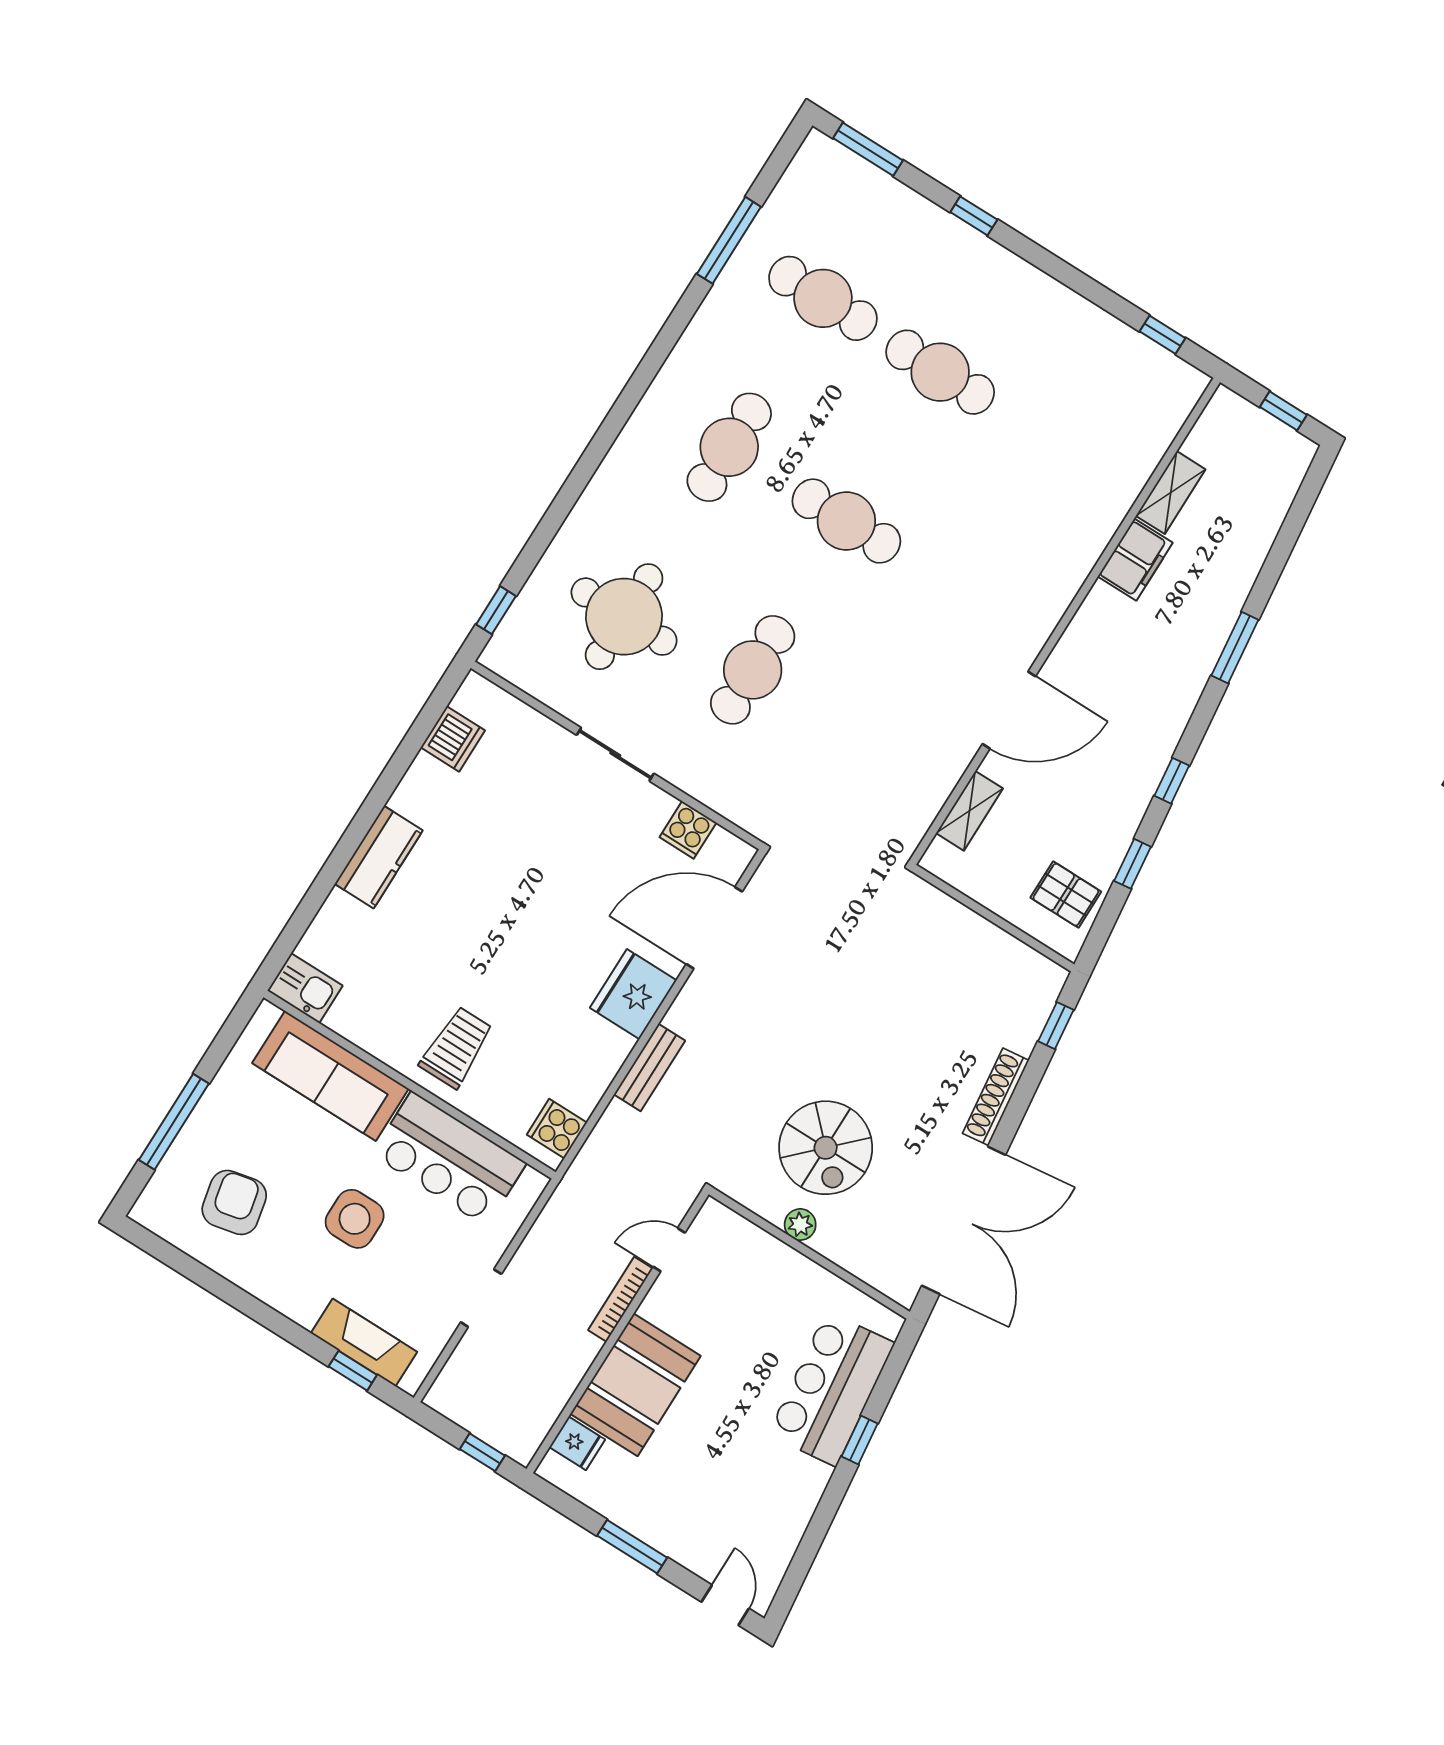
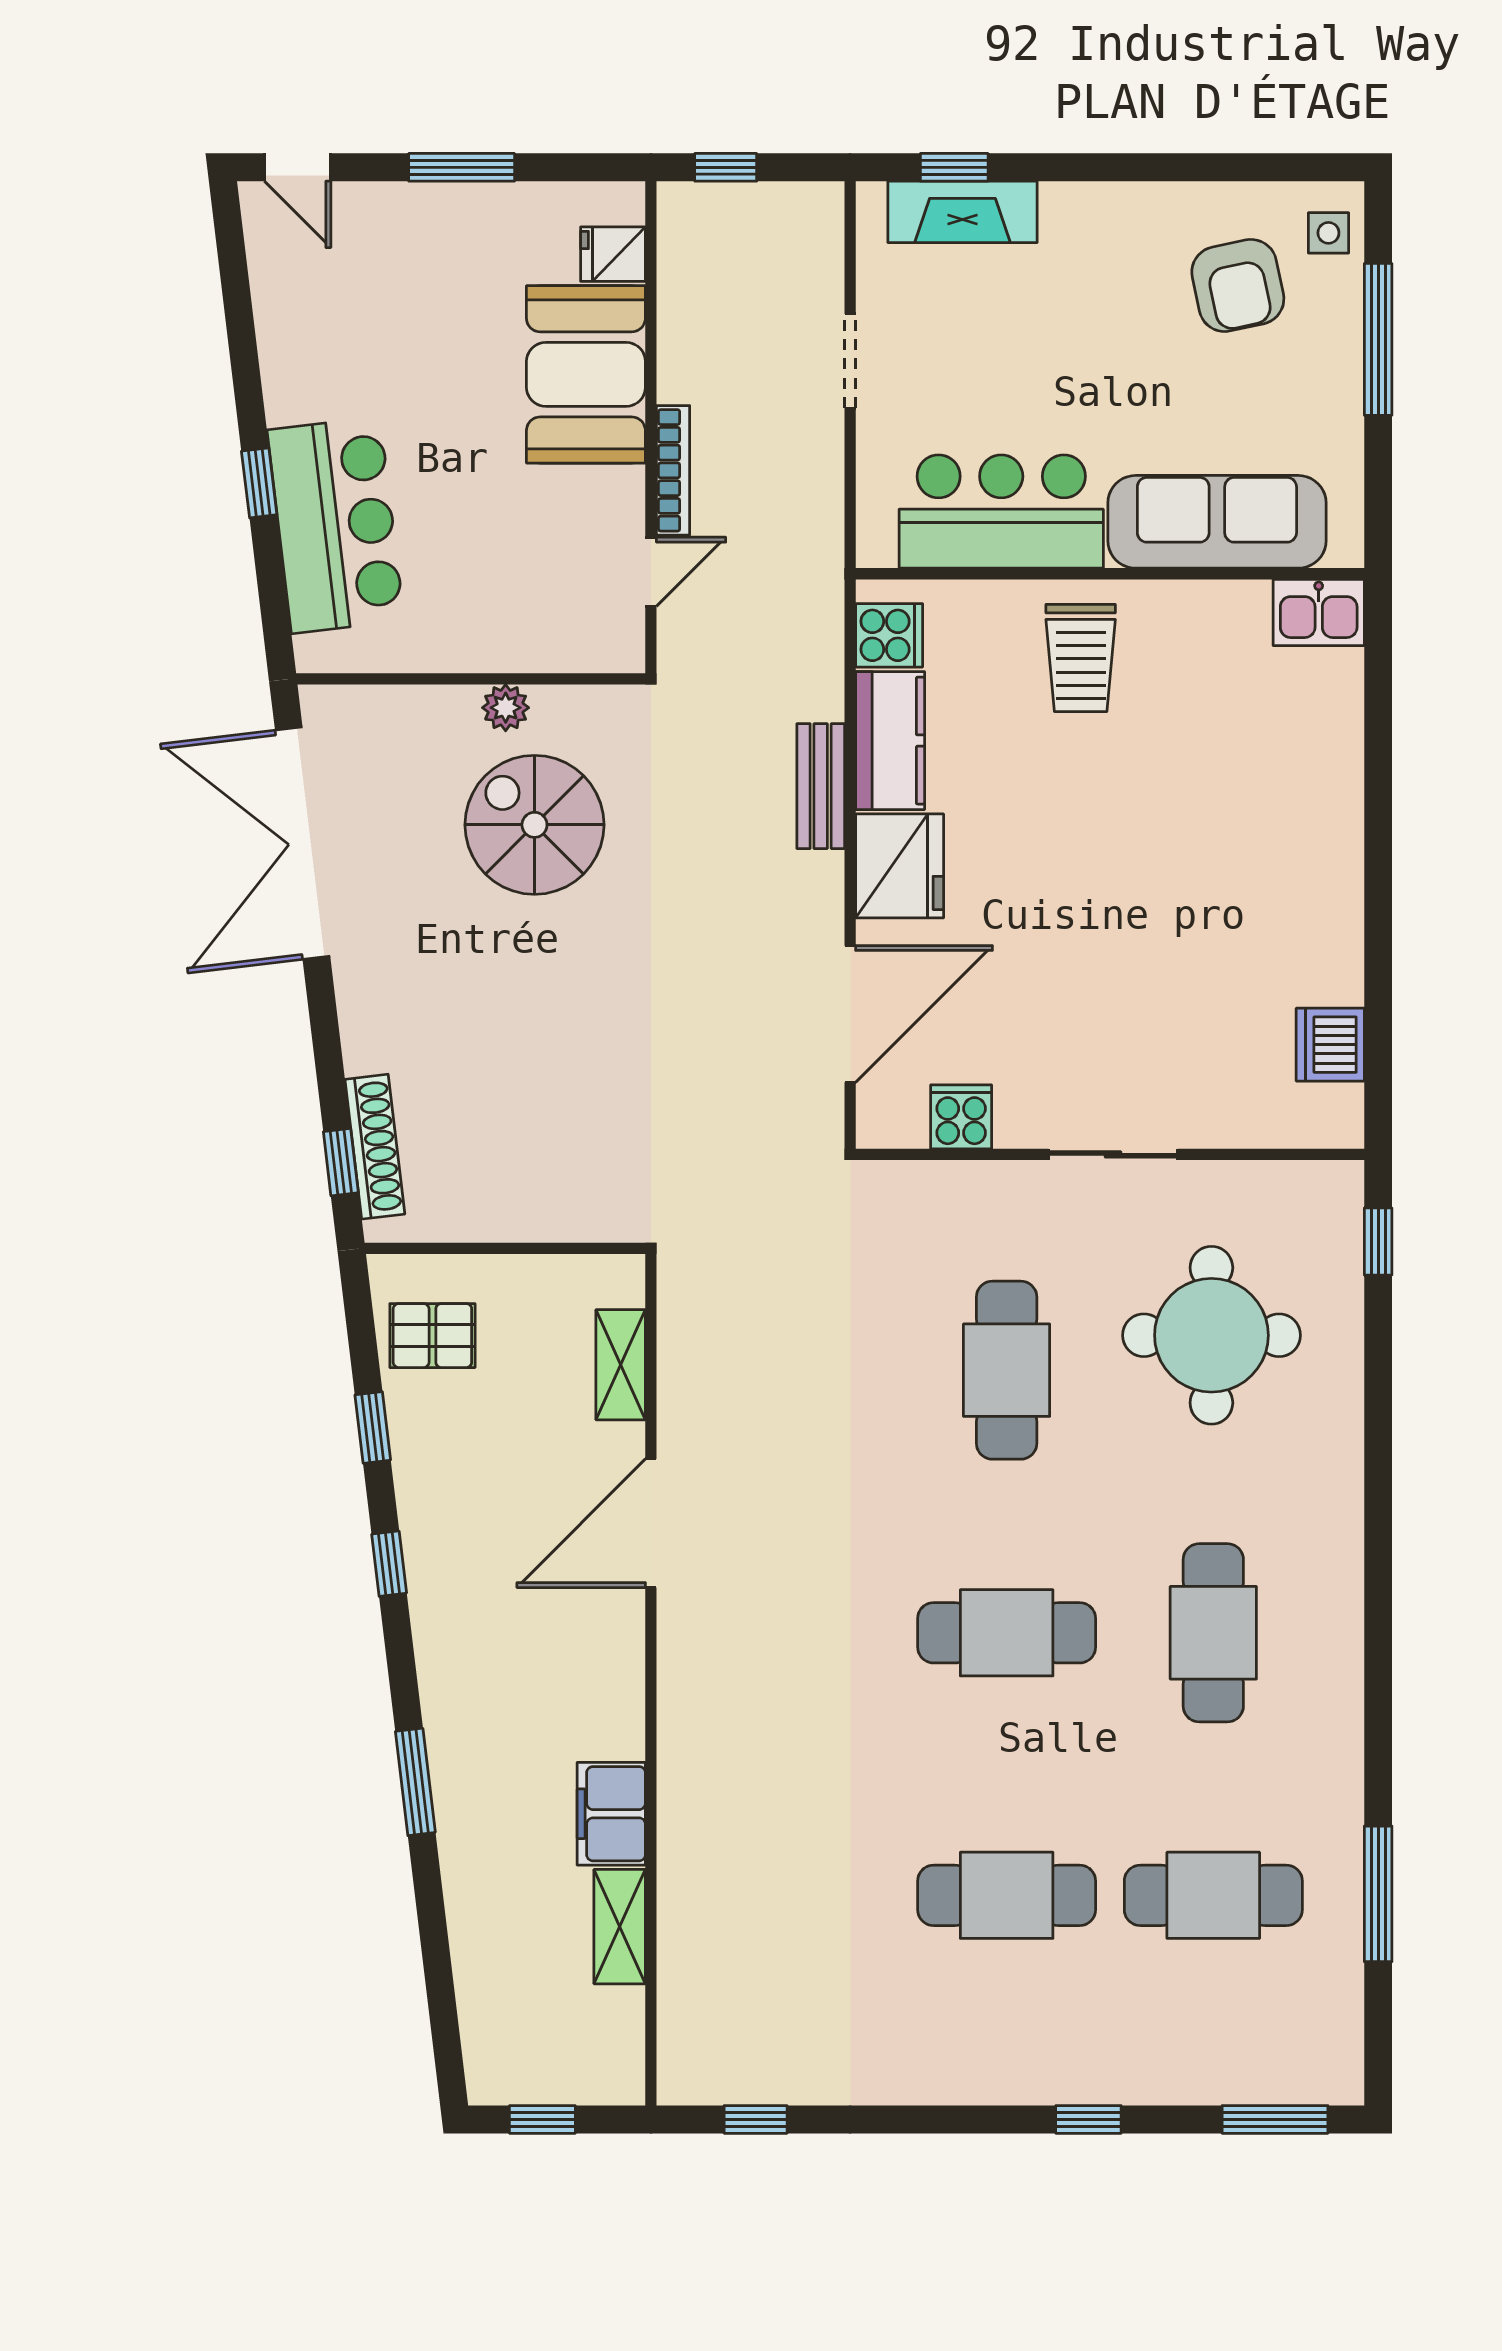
kitchen counter: (379, 857) -> (890, 741), moved, turned 180
shoe rack: (996, 1097) -> (375, 1147), moved
side table: (355, 1219) -> (1328, 233), moved, width x0.54, depth x0.54

